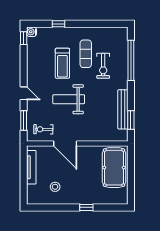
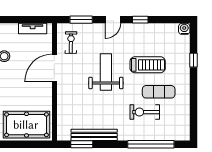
window: (24, 38) -> (140, 20), moved
treadmill: (62, 63) -> (148, 65), turned 180
tv unit: (31, 167) -> (33, 29), width x0.71

